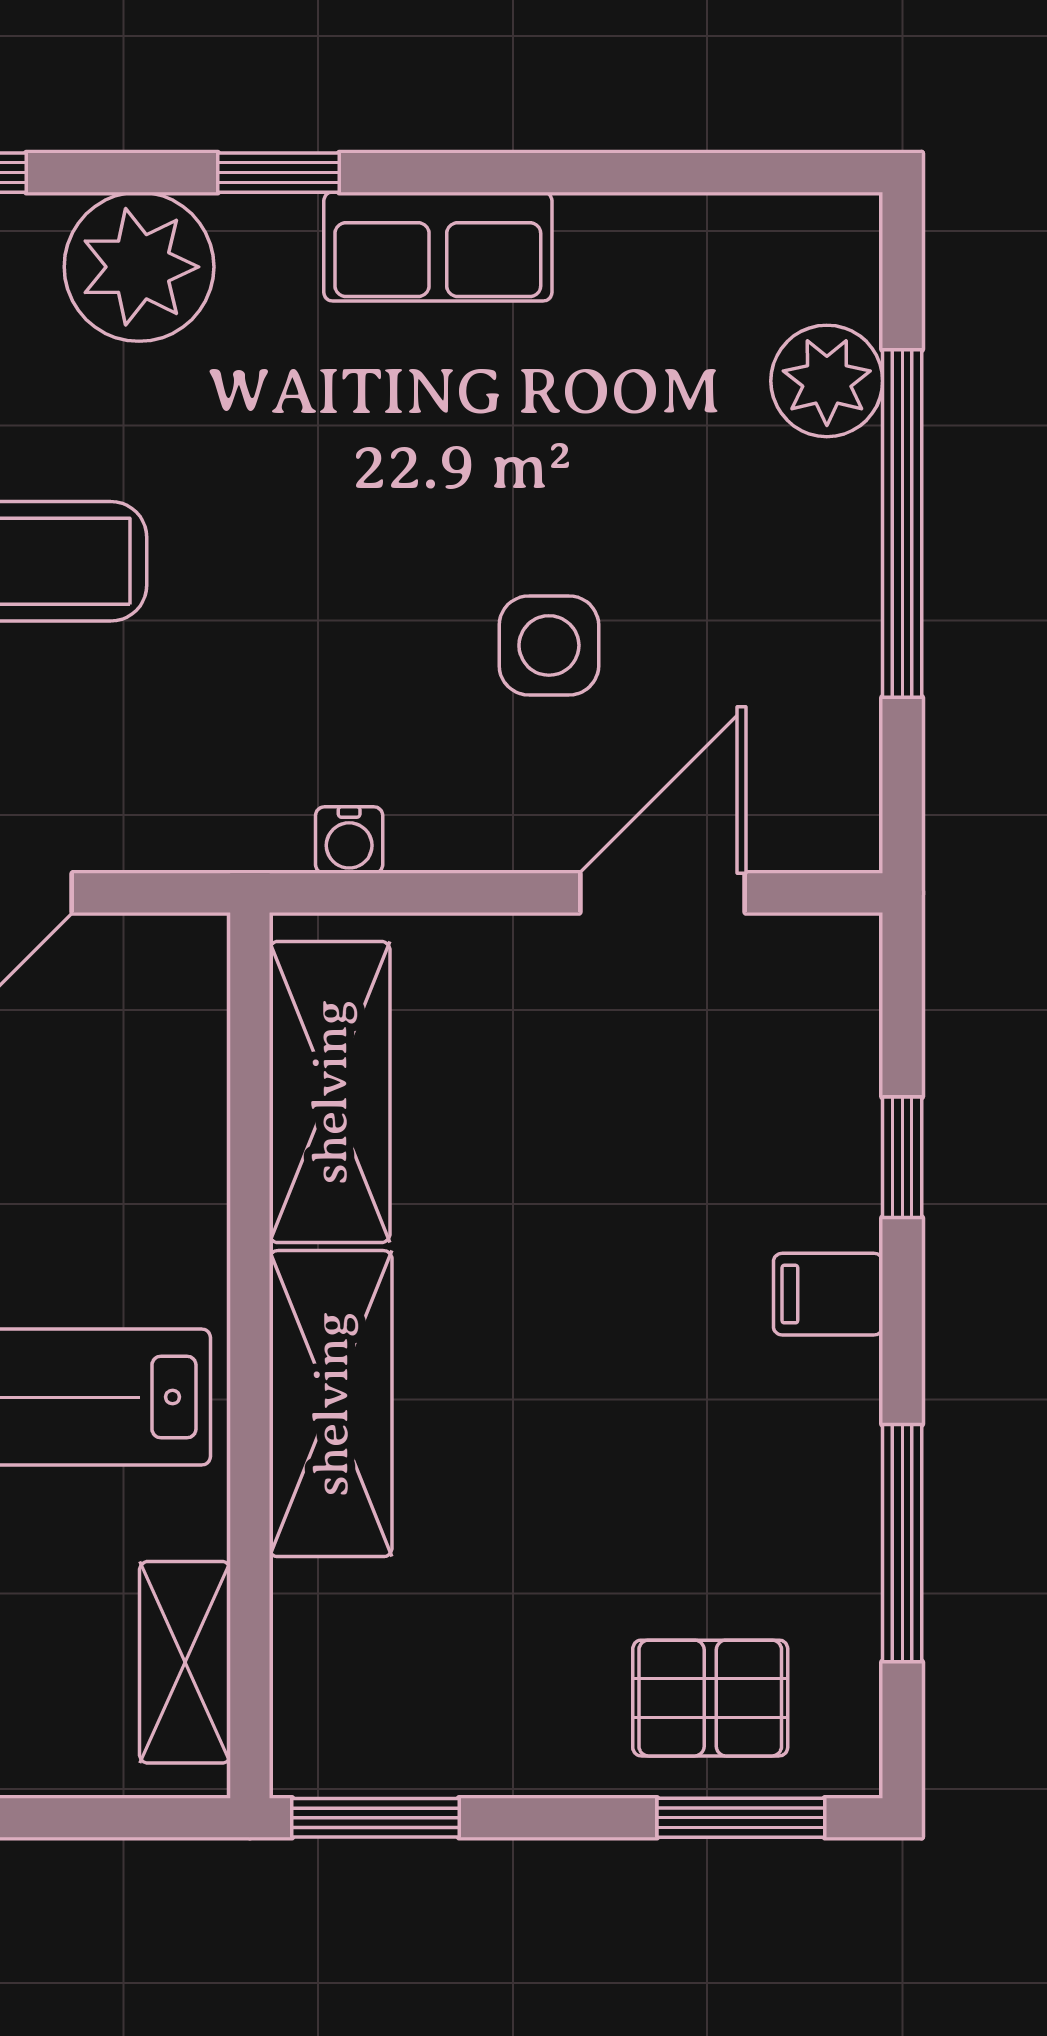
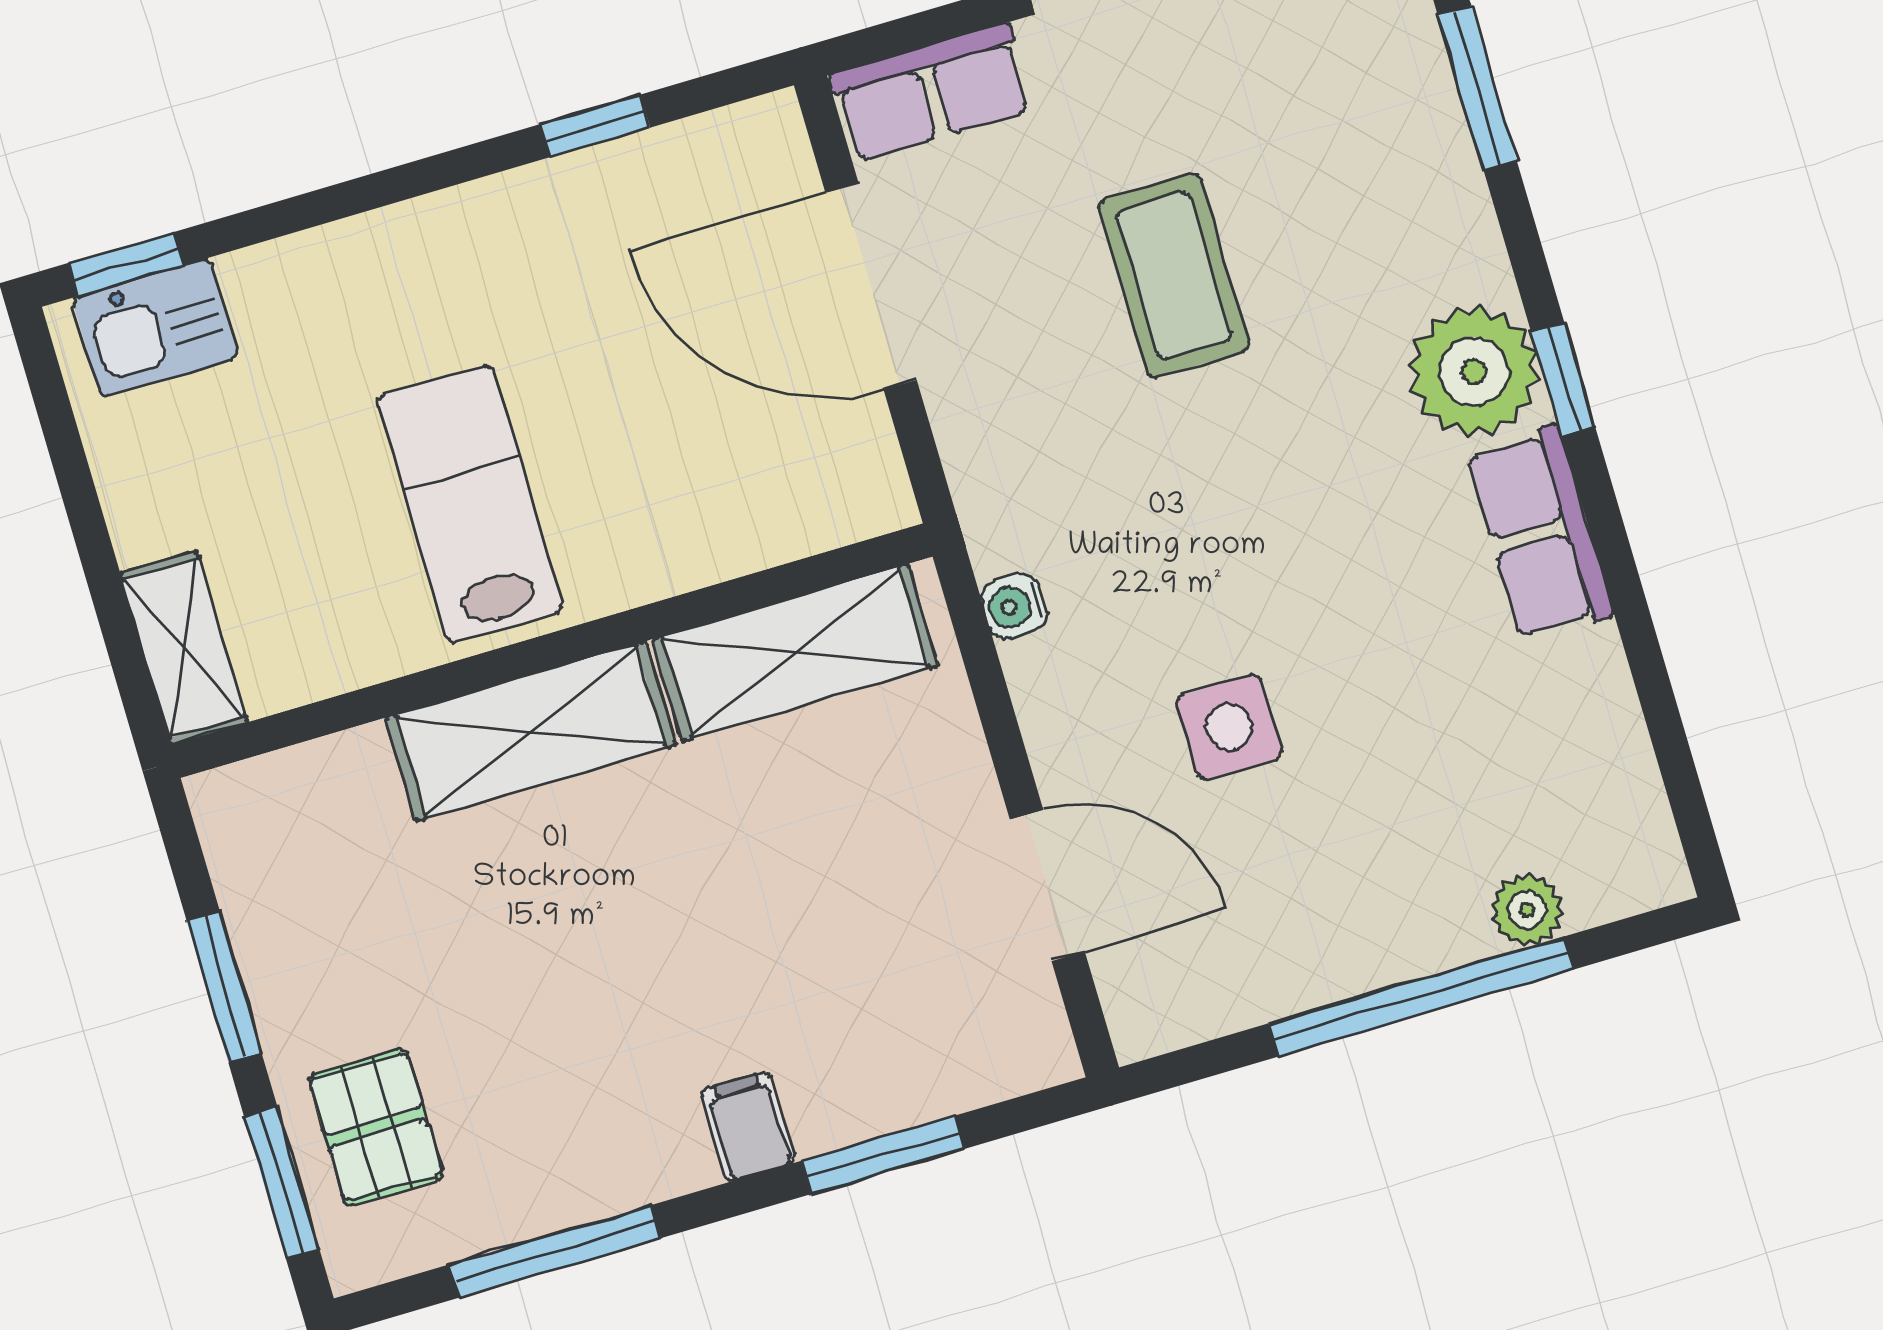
plant: (139, 267) -> (1474, 371), moved
plant: (827, 381) -> (1527, 910), width x0.73, depth x0.73
window: (902, 1157) -> (883, 1155), width x1.50
shelving: (185, 1662) -> (184, 648), moved, turned 90
window: (375, 1818) -> (224, 987), moved

